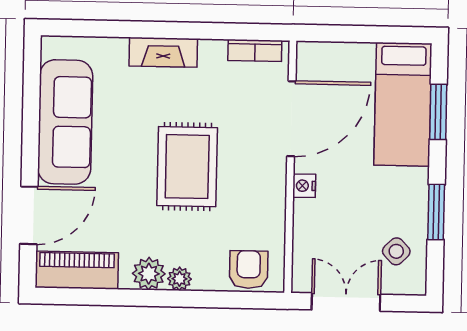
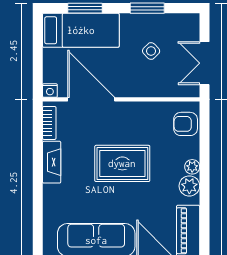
fireplace: (163, 52) -> (52, 162), moved
nightstand: (304, 186) -> (50, 91), moved
side table: (396, 251) -> (151, 51), moved

